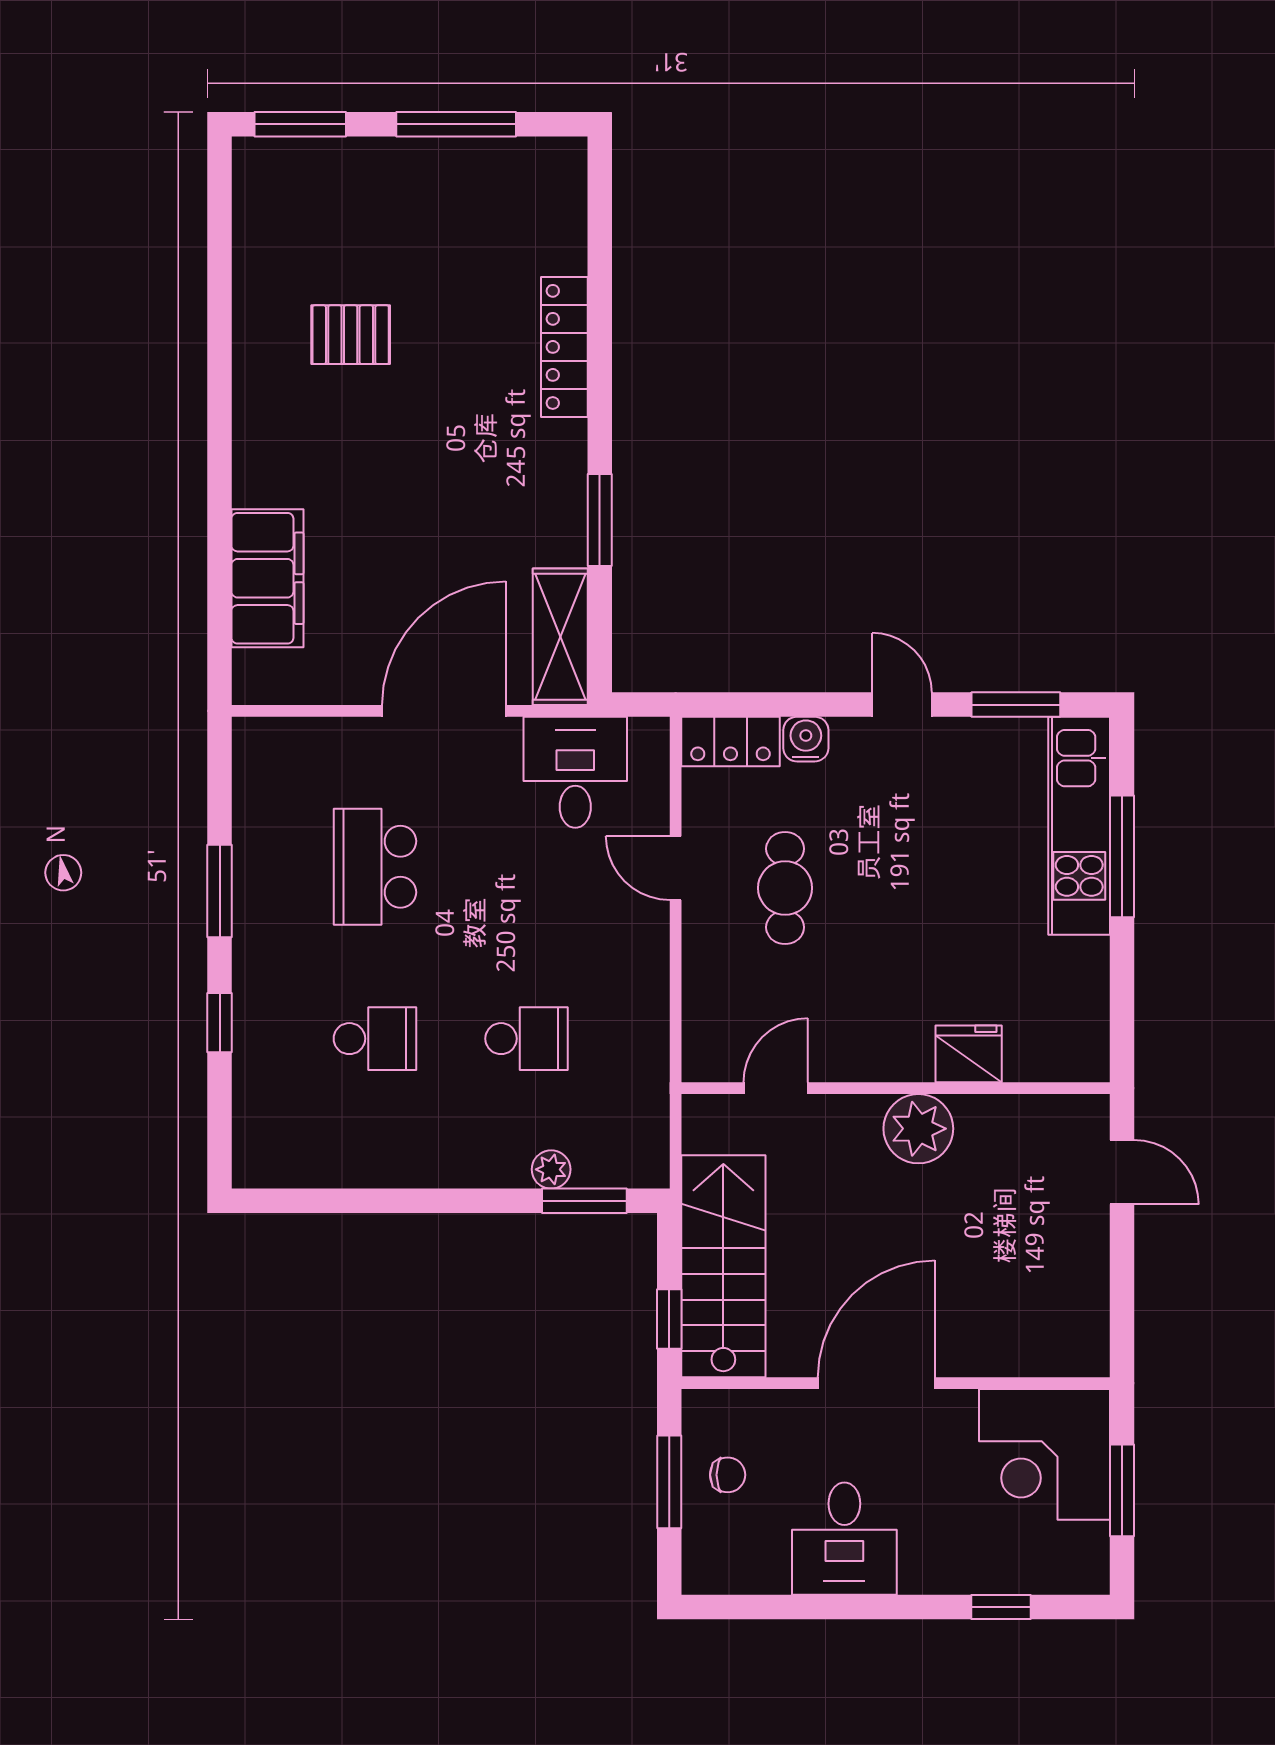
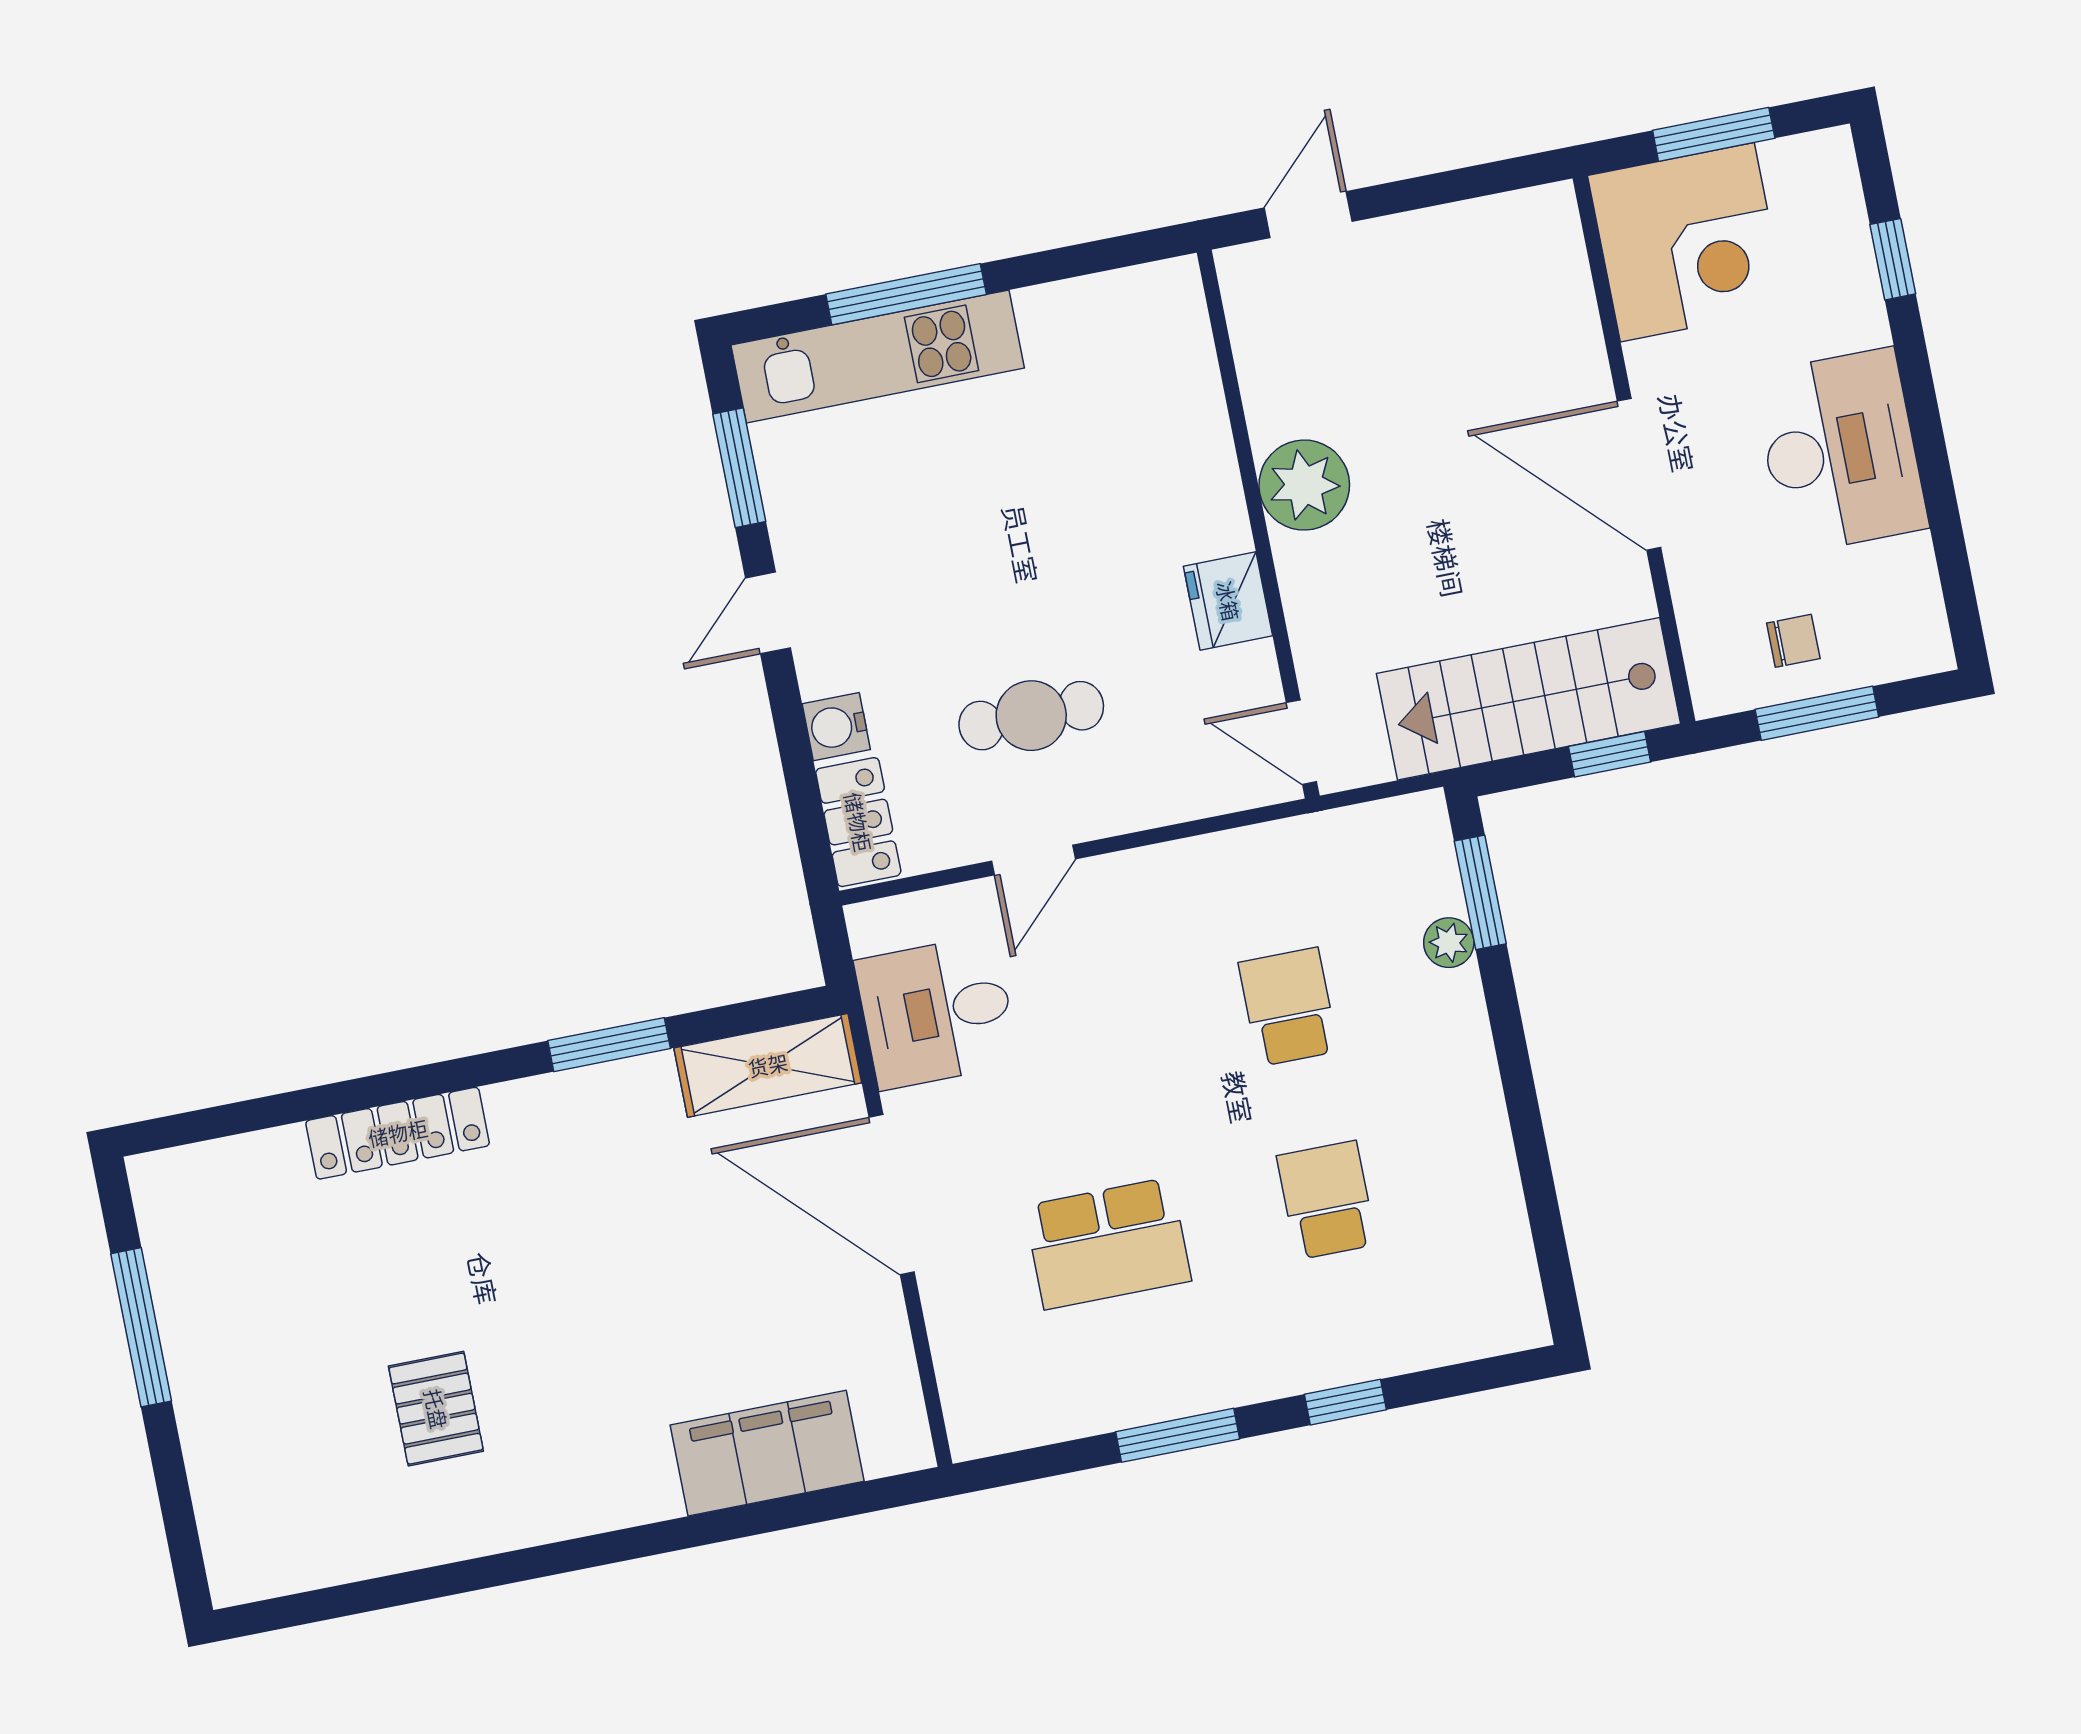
window: (300, 124) -> (180, 1526), removed
fridge: (969, 1054) -> (1228, 601), moved
door: (776, 1088) -> (1301, 742), moved
chair: (728, 1475) -> (1793, 641), turned 90
desk: (844, 1539) -> (1840, 451), width x1.37

